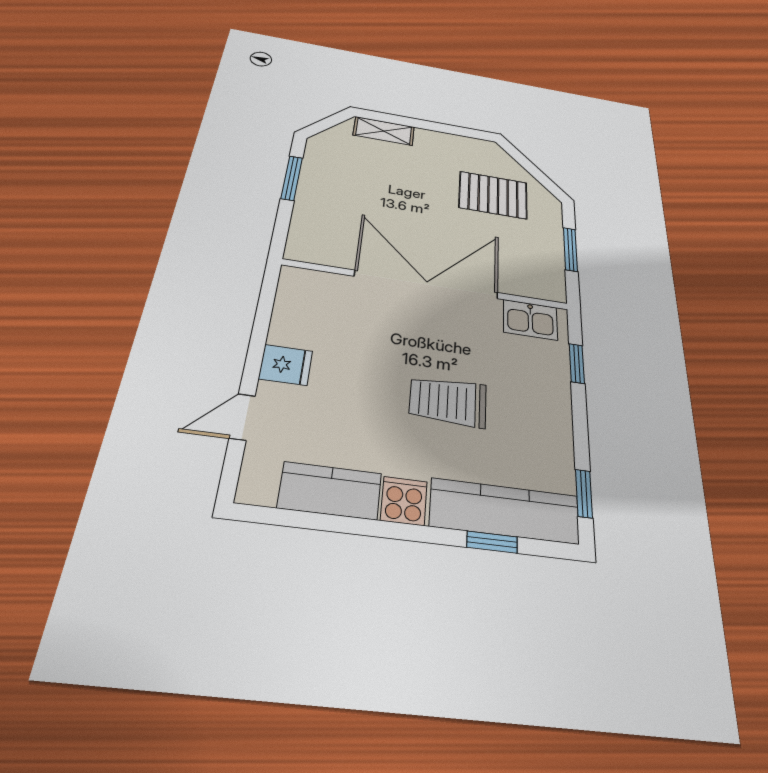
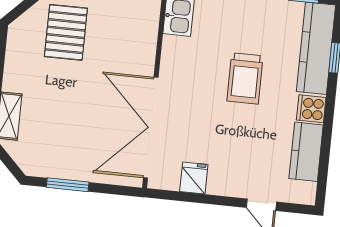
double door: (427, 285) -> (151, 128), moved
fridge: (286, 365) -> (194, 178), moved

